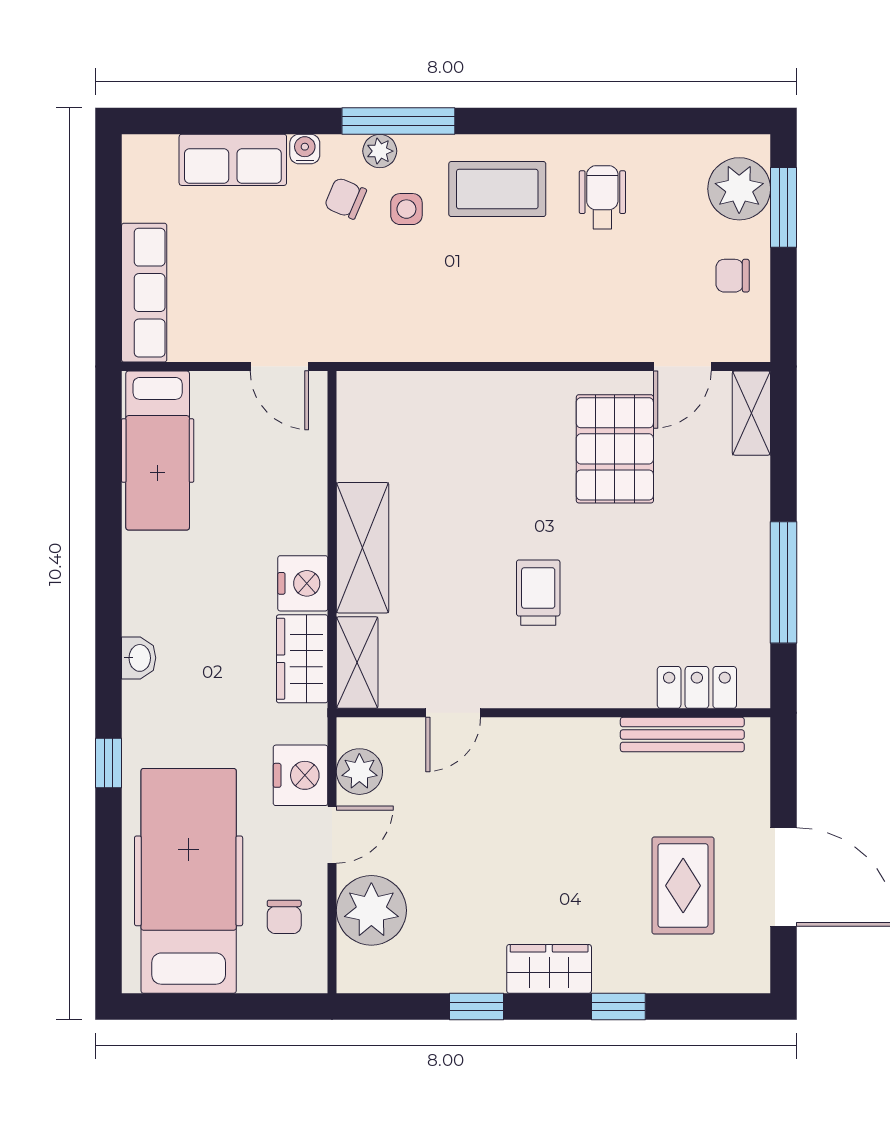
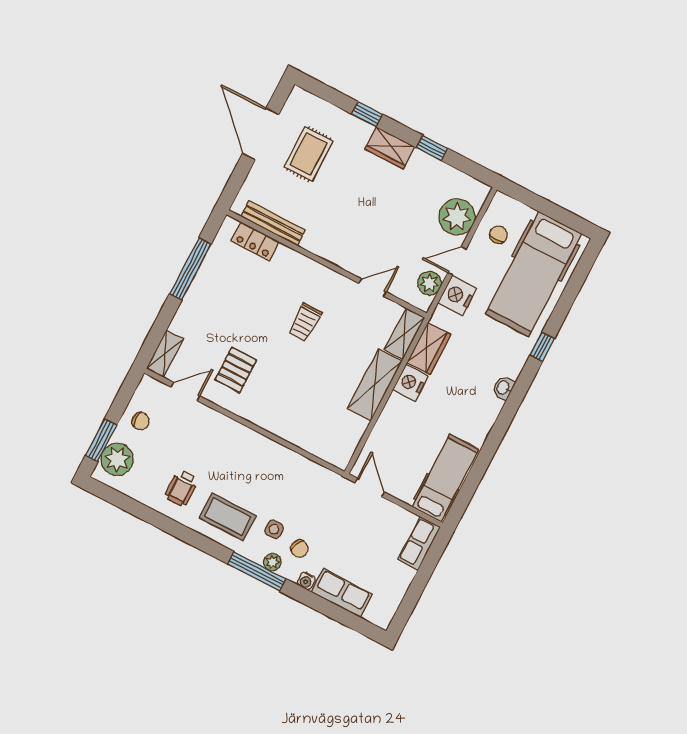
row of seats: (144, 293) -> (419, 543), width x0.68
pallet: (615, 449) -> (236, 370), width x0.67, depth x0.71

